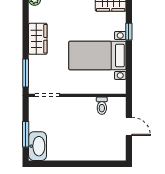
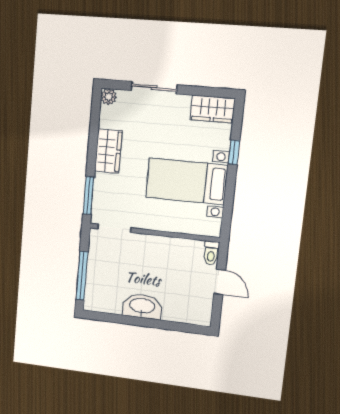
toilet: (102, 106) -> (211, 253), moved
window: (26, 134) -> (82, 276), width x1.44
washbasin: (38, 146) -> (142, 306), moved, turned -90

